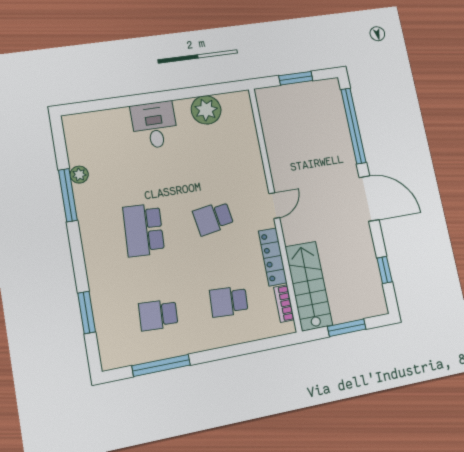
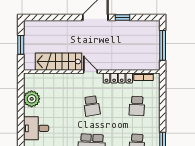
window: (353, 126) -> (53, 17), removed
window: (385, 270) -> (122, 17), moved
stairs: (309, 286) -> (58, 62), moved
window: (347, 328) -> (163, 45), width x1.44

